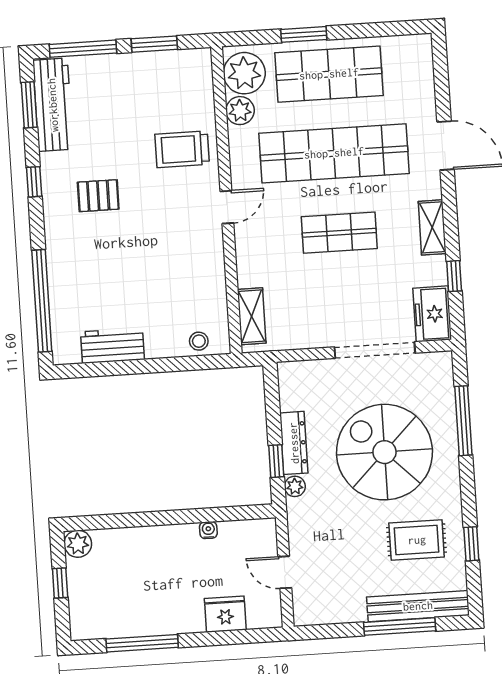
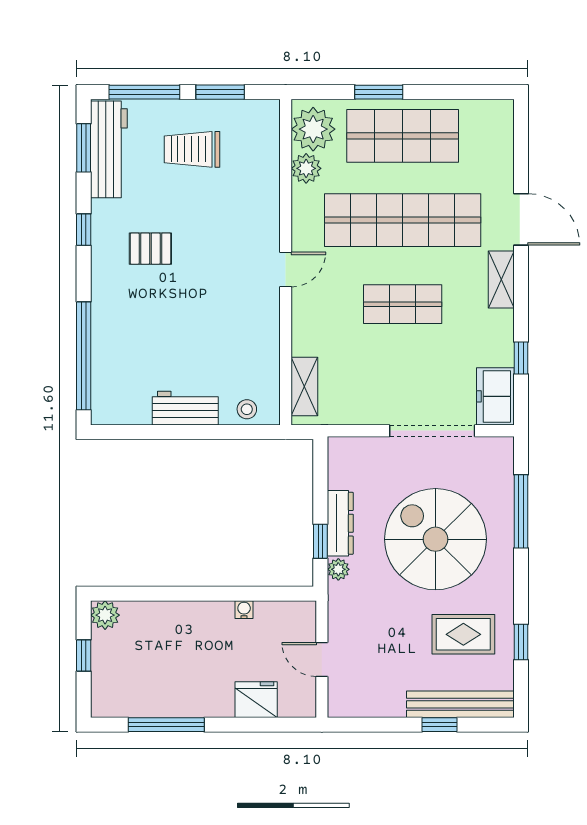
trolley: (182, 149) -> (192, 149), moved
shelving: (432, 227) -> (501, 280), moved
workbench: (112, 346) -> (185, 408), moved
window: (400, 627) -> (440, 725), width x0.46

